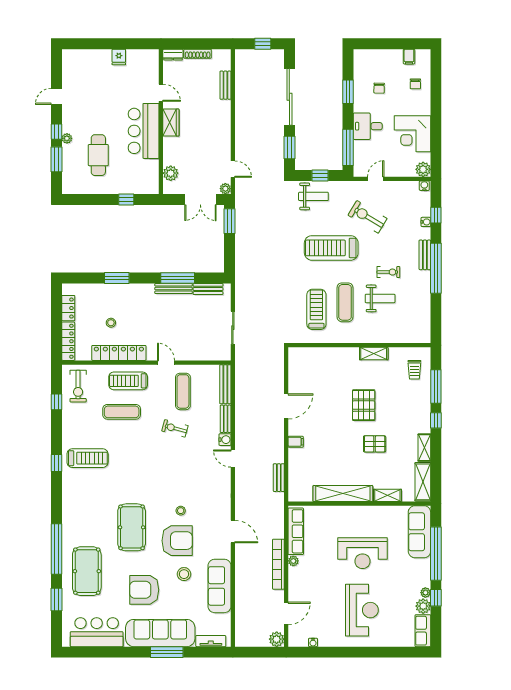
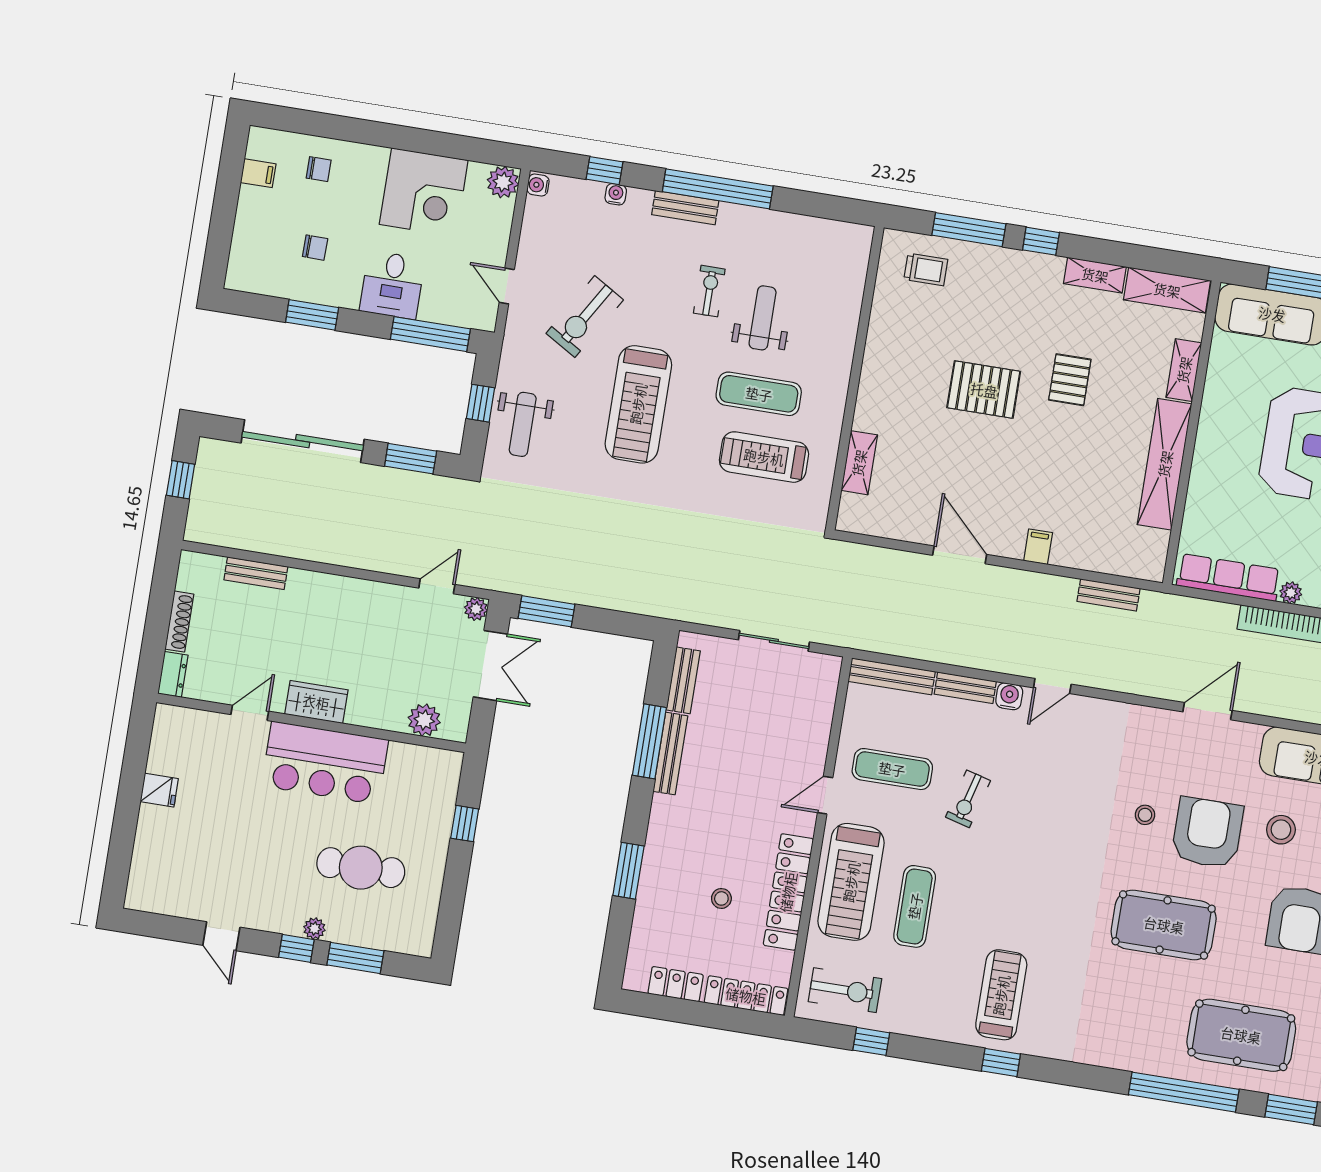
weight bench: (313, 196) -> (523, 424), turned 180
shelving: (374, 354) -> (859, 463), moved
treadmill: (128, 381) -> (851, 882), width x1.37, depth x1.38

